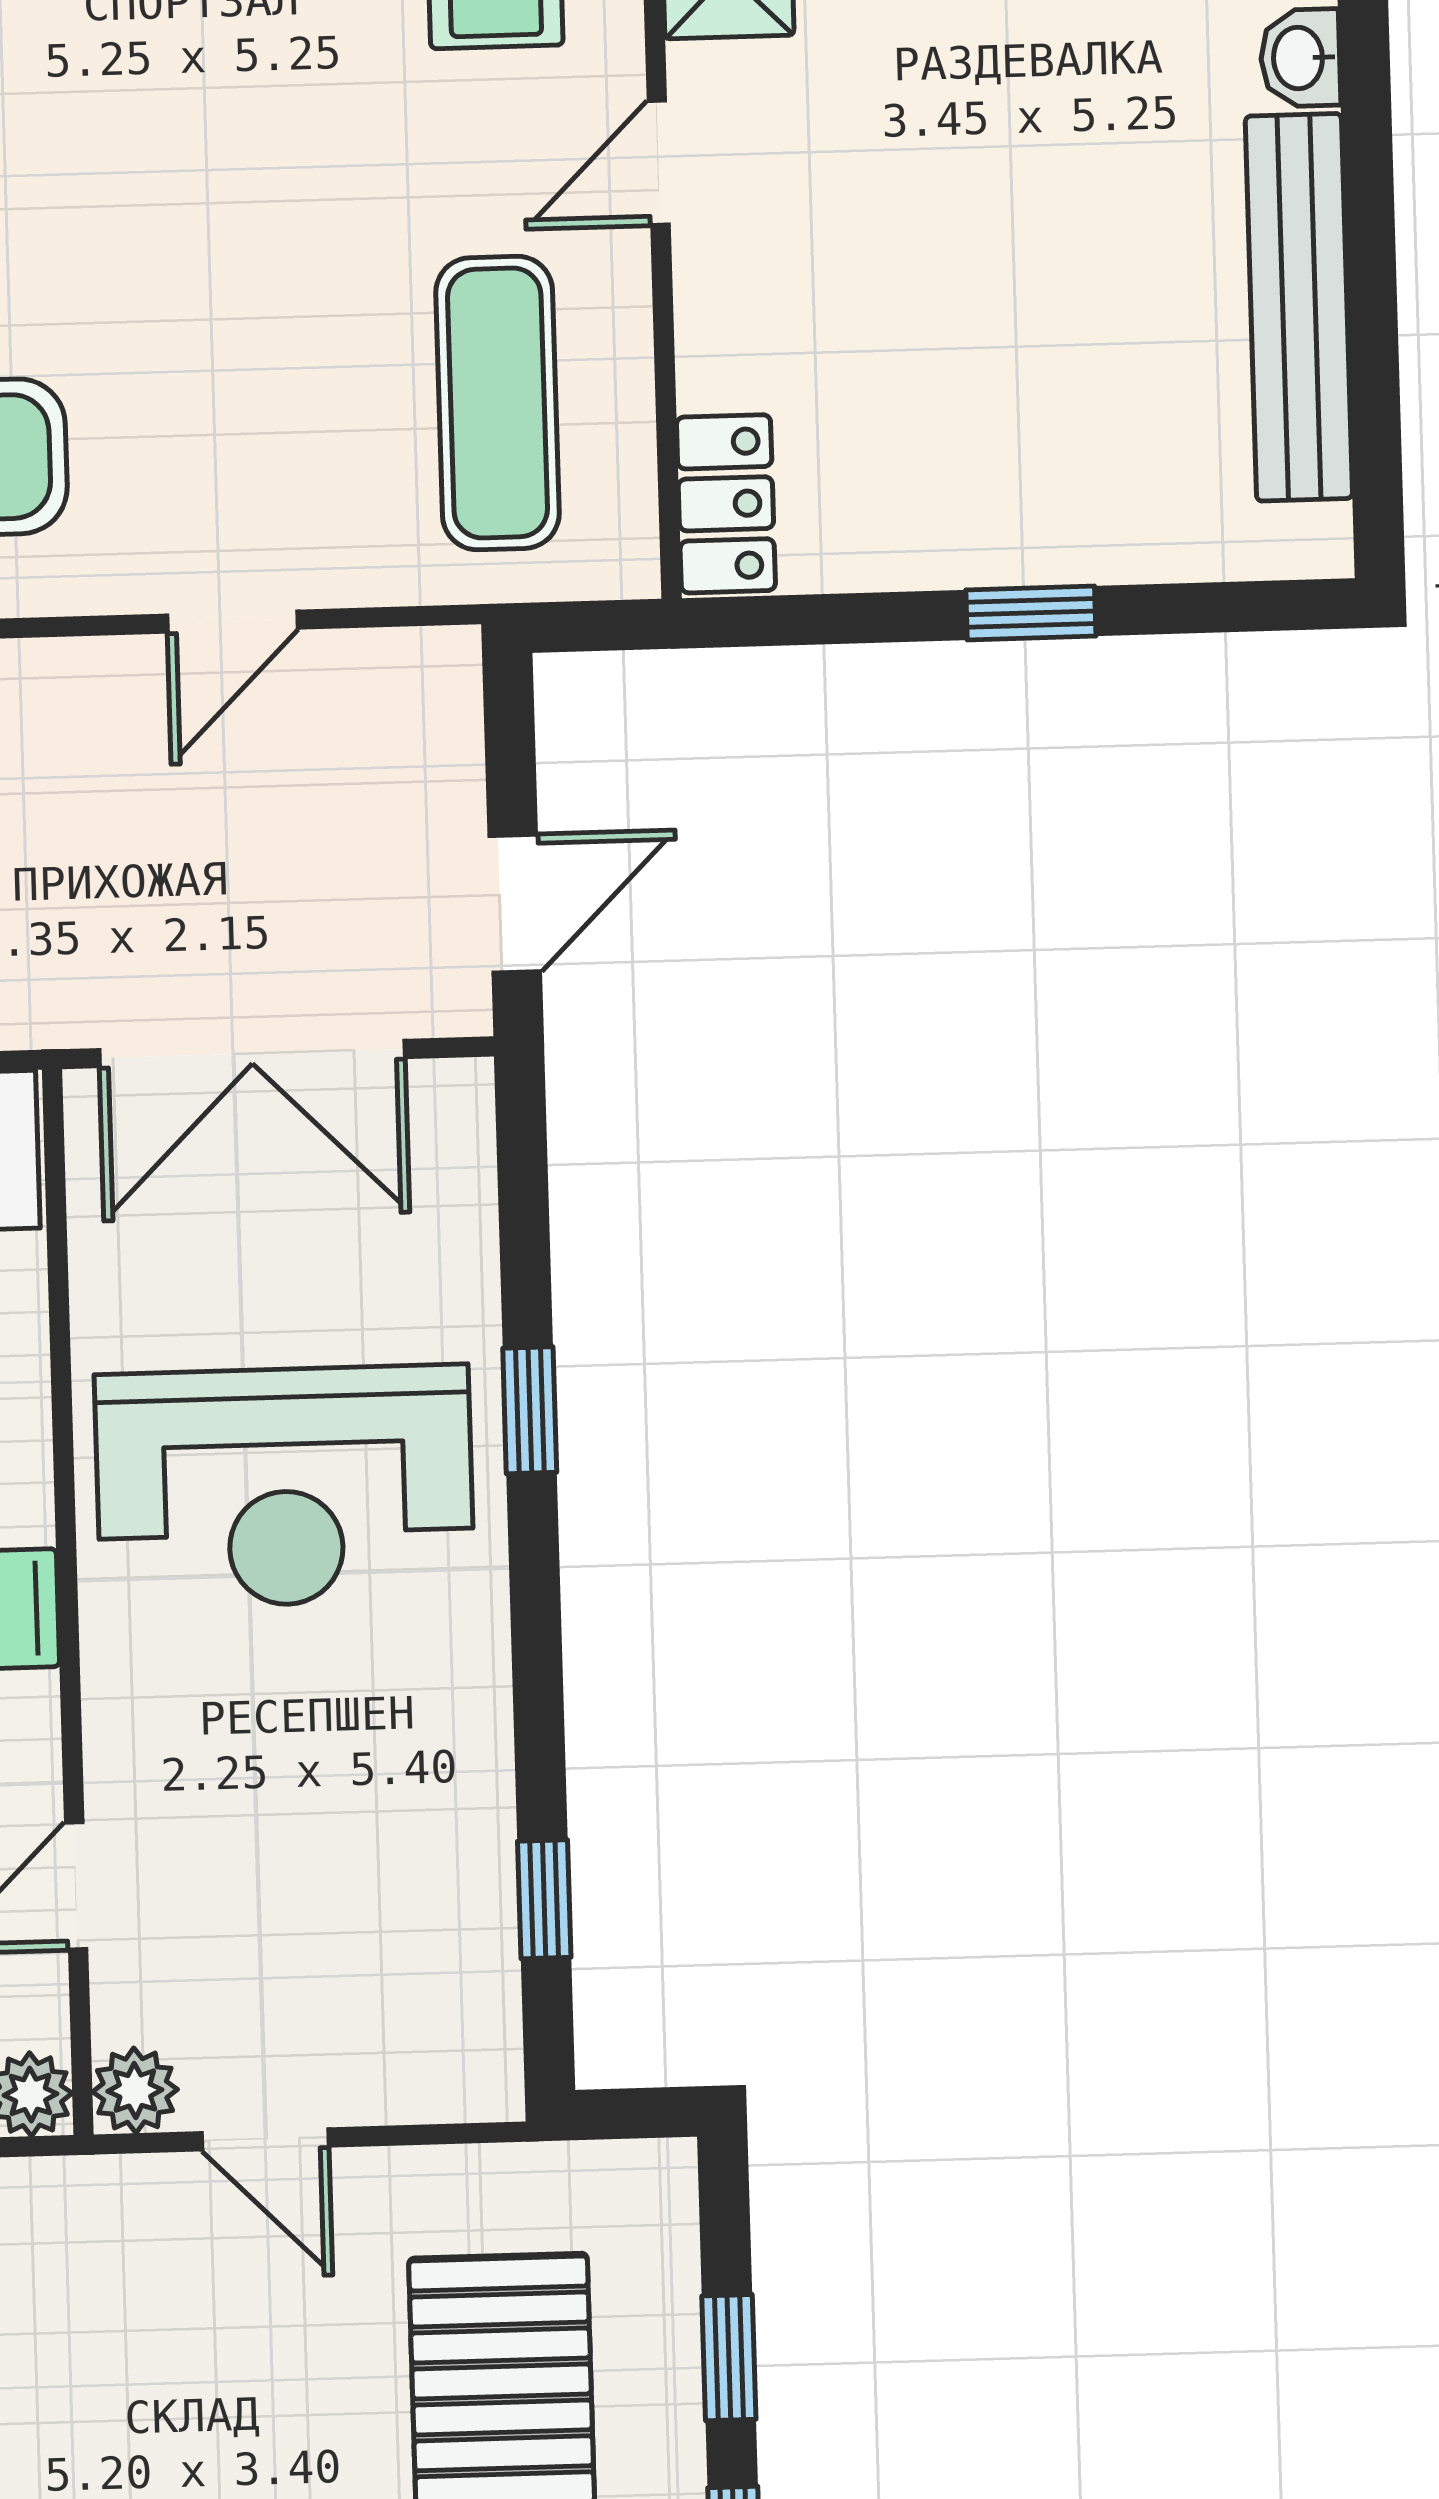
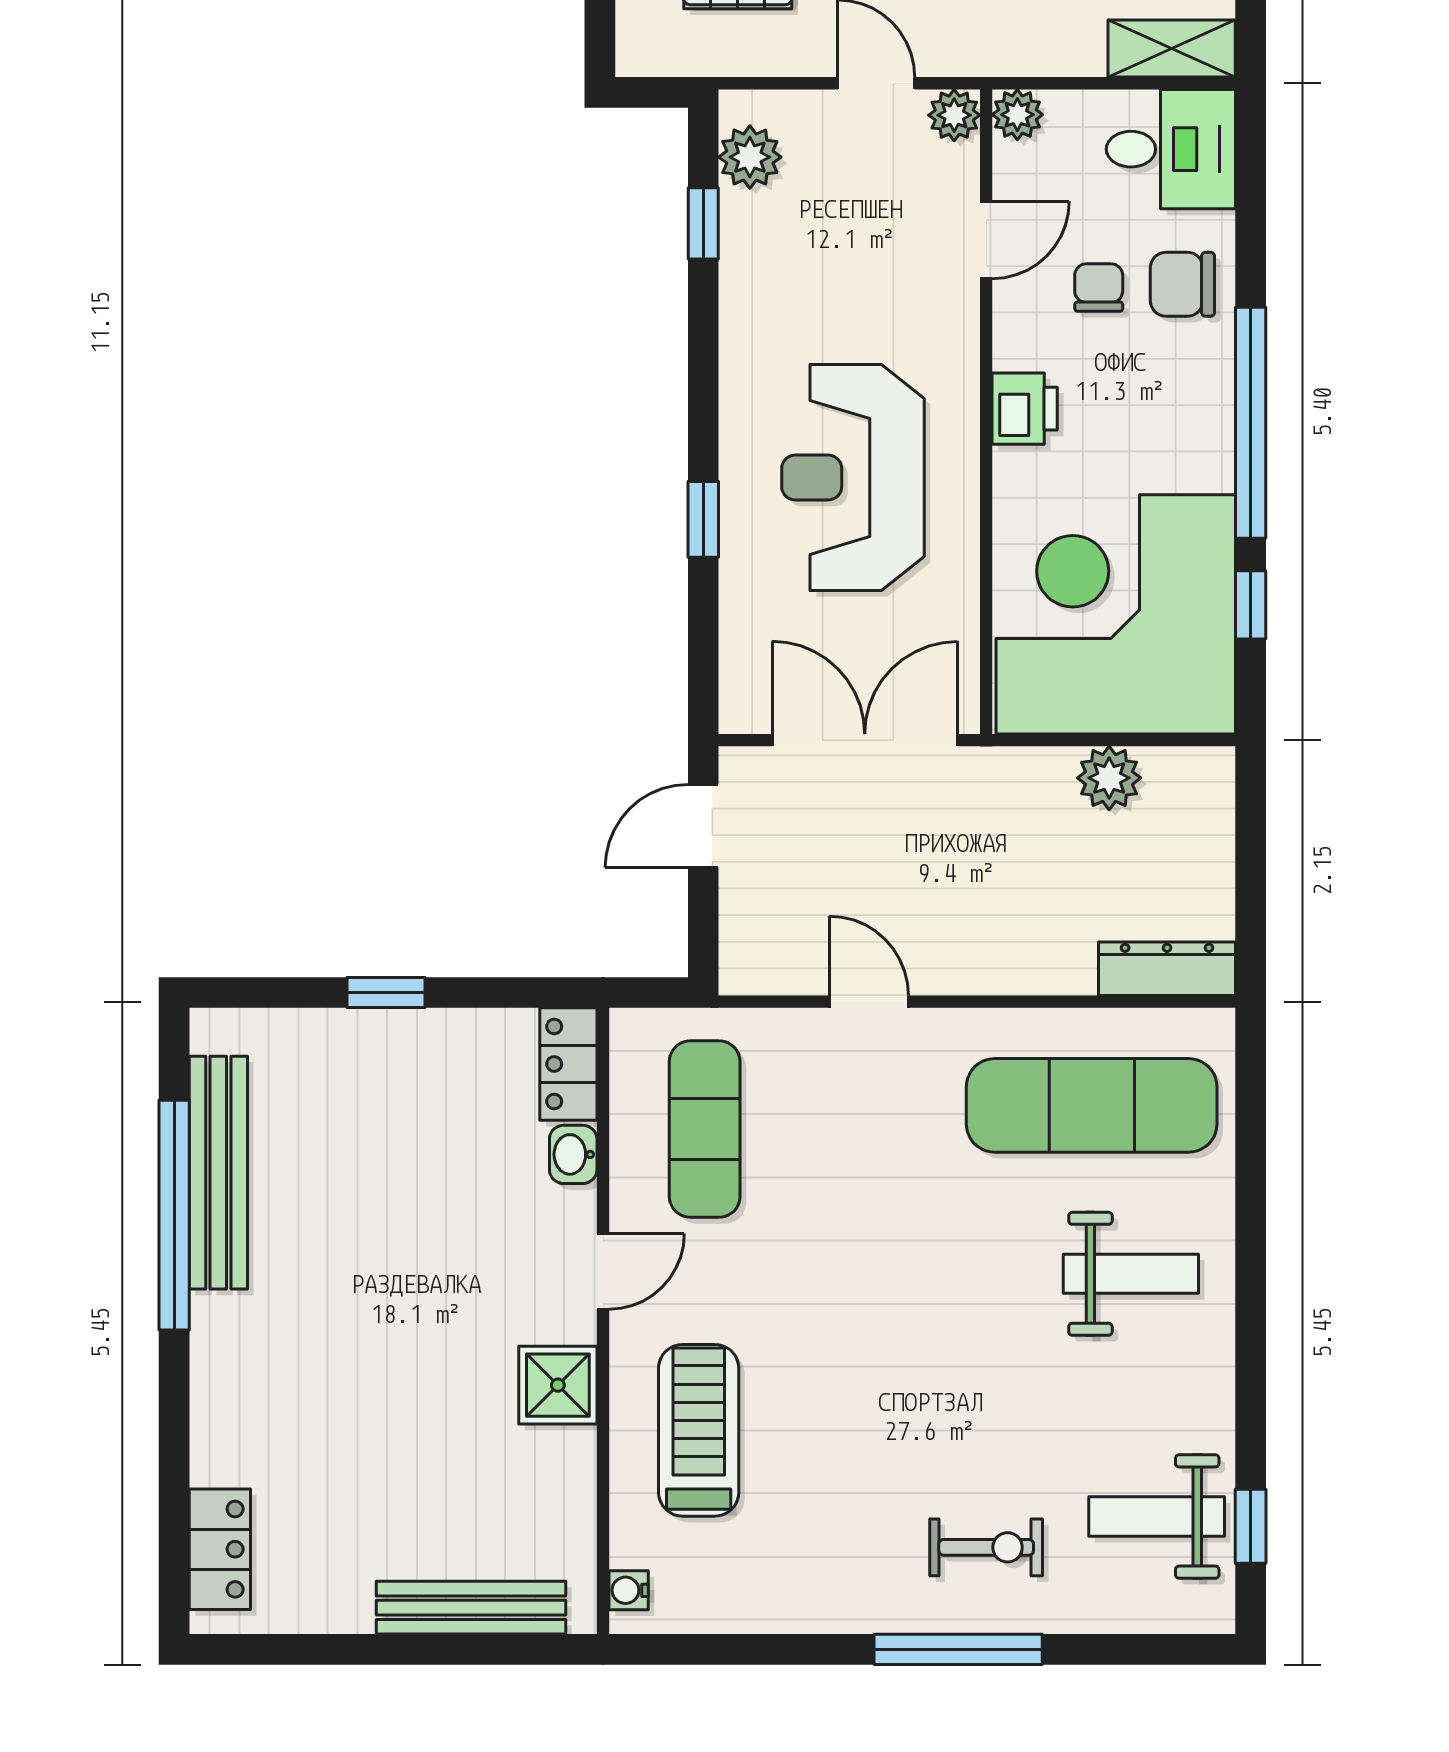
washbasin: (1300, 58) -> (573, 1154), moved, turned 180
window: (1370, 235) -> (174, 1215), added
door: (232, 622) -> (869, 1002), hinge flipped
reception desk: (285, 1487) -> (853, 478), turned -90
plant: (471, 2011) -> (750, 157), added

